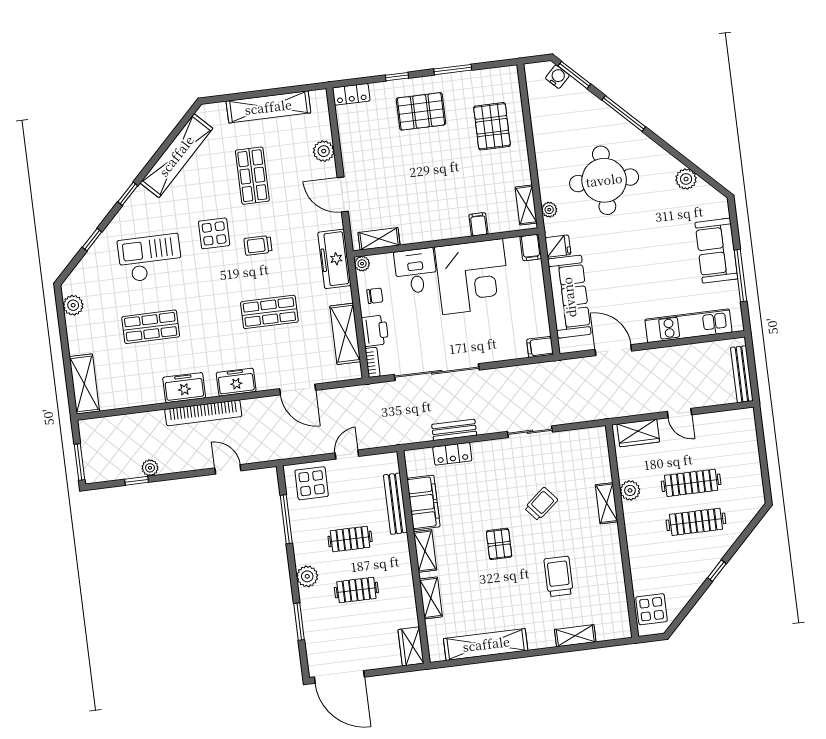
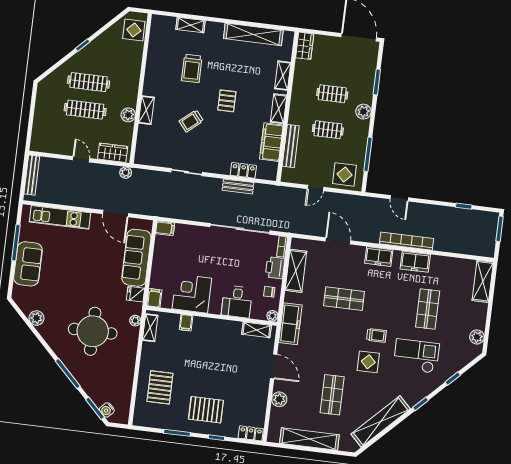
trolley: (258, 245) -> (377, 335), moved
checkout: (150, 258) -> (416, 356), turned 180
corner desk: (473, 277) -> (192, 294), width x0.74, depth x0.74
shop shelf: (151, 327) -> (428, 309), turned 90
plant: (150, 468) -> (126, 173), moved

